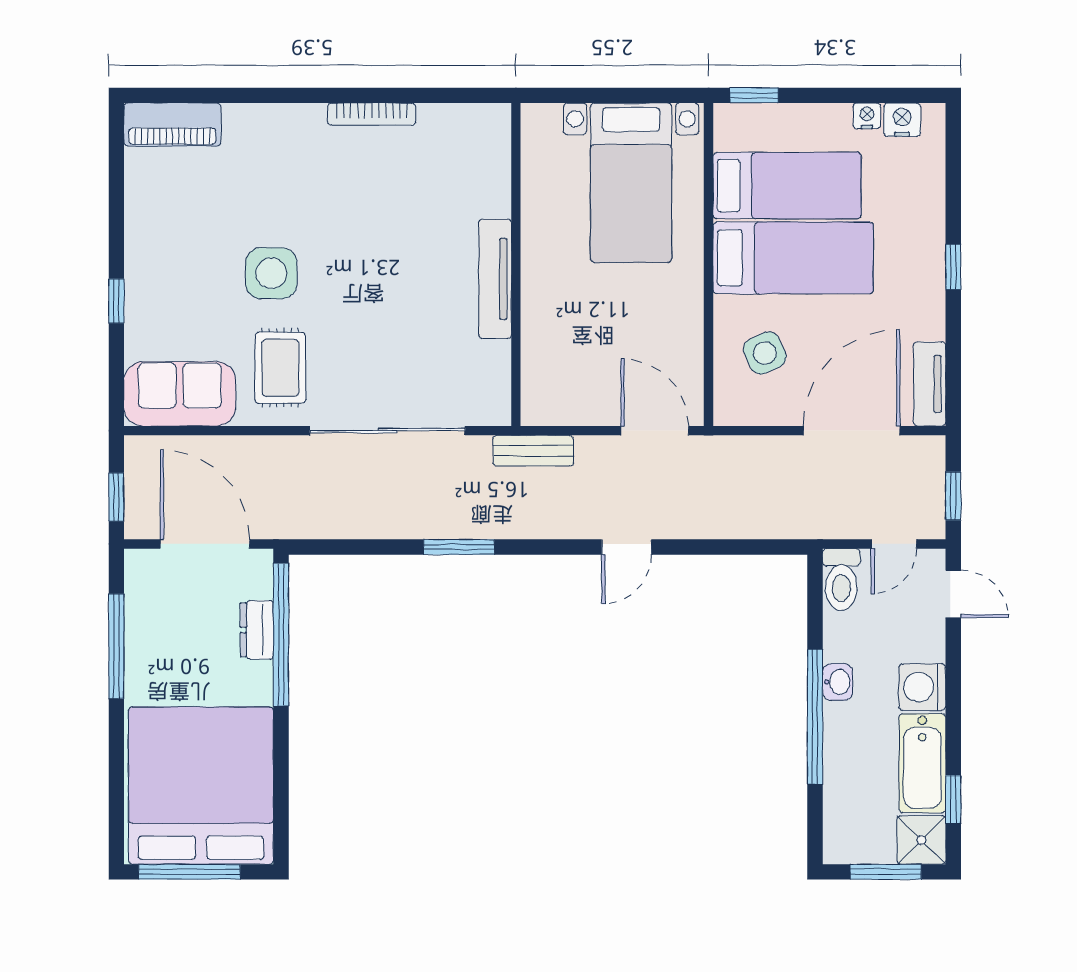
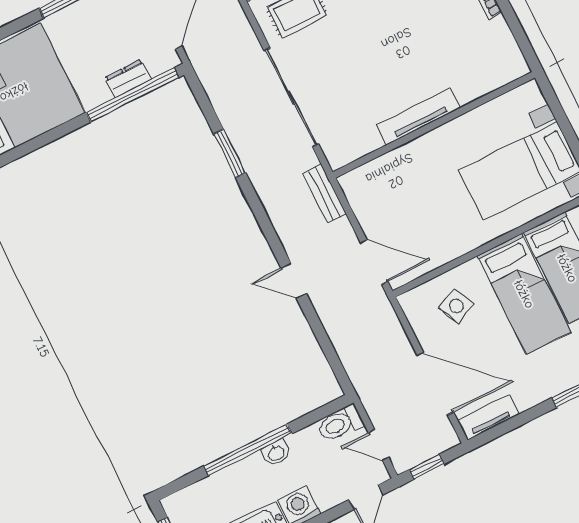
door: (655, 431) -> (374, 262), hinge flipped
window: (459, 547) -> (230, 154), moved

